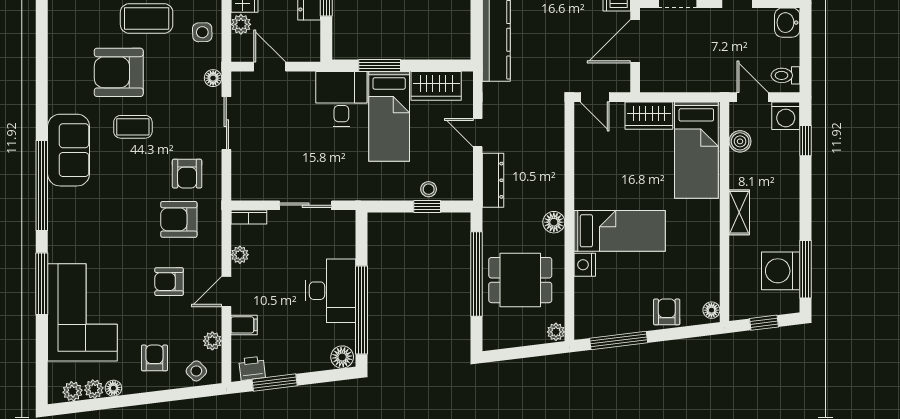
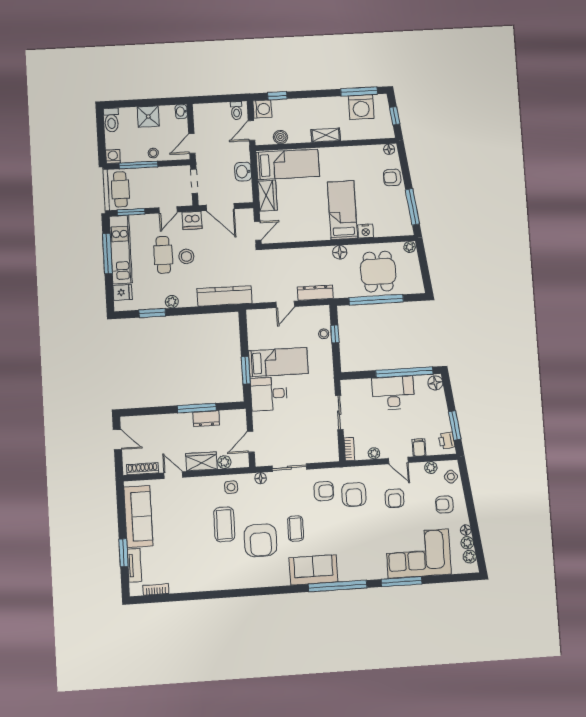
washbasin: (787, 23) -> (243, 172), moved, turned 90
wardrobe: (436, 86) -> (257, 333), removed

